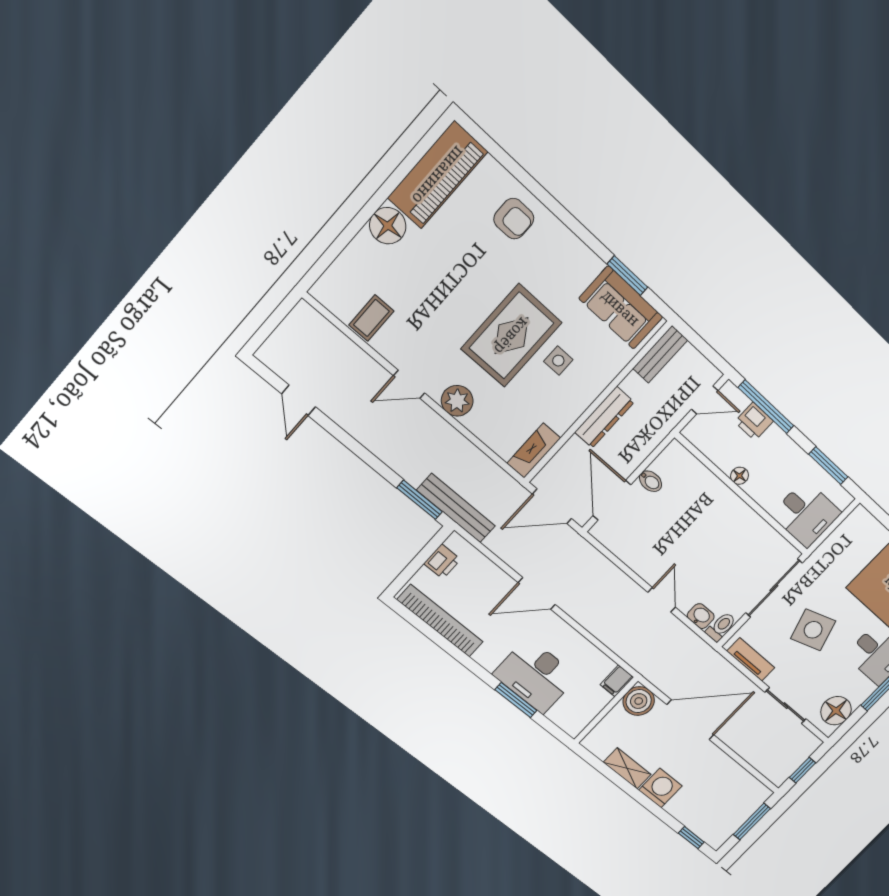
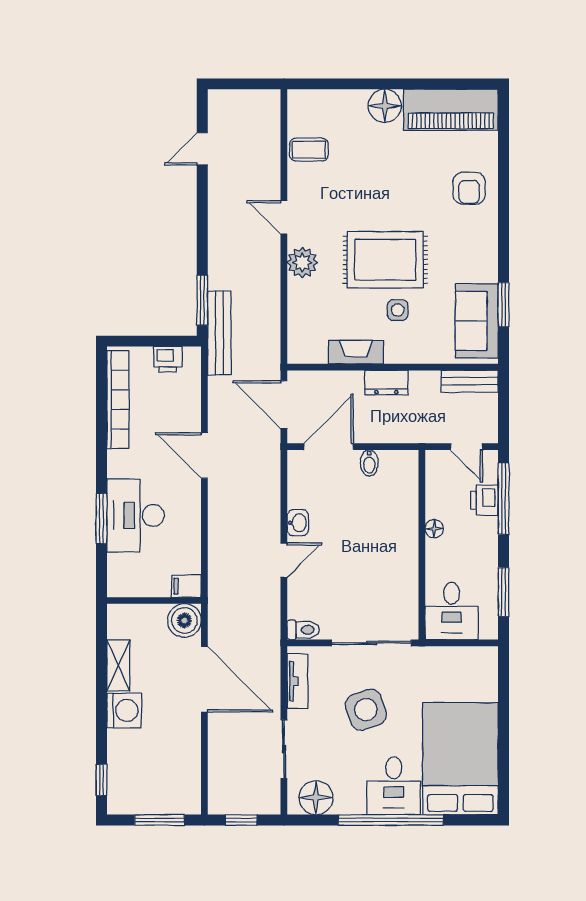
dresser: (604, 417) -> (386, 382), width x0.70
fireplace: (534, 451) -> (356, 352), moved
washbasin: (701, 616) -> (298, 523), moved

